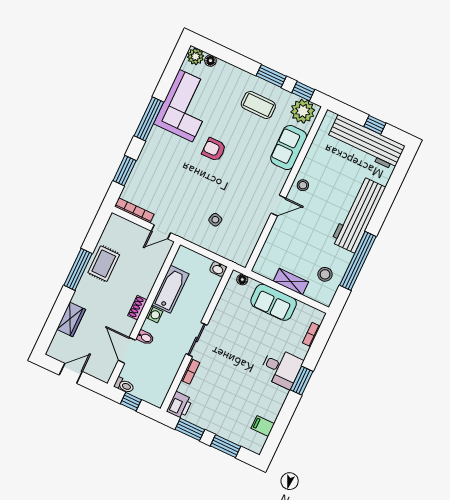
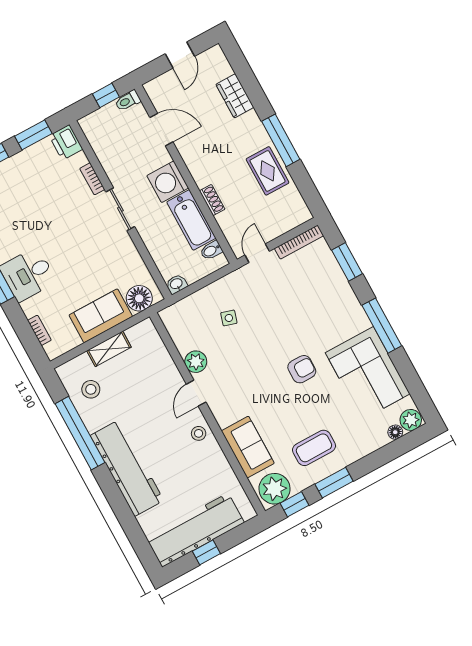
plant: (259, 220) -> (196, 362), added
floor lamp: (242, 280) -> (139, 298), width x1.89, depth x1.89
shoe rack: (137, 308) -> (212, 200), moved
washing machine: (154, 314) -> (168, 182), width x1.89, depth x1.89
bidet: (145, 337) -> (211, 250), moved

